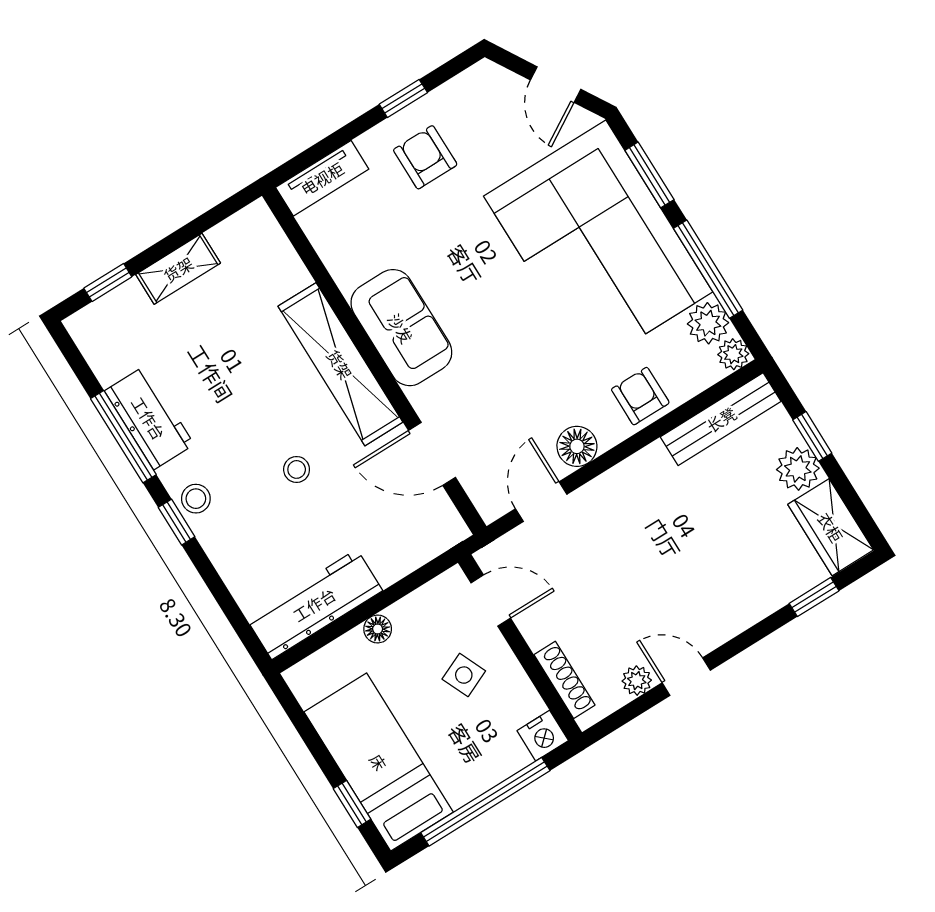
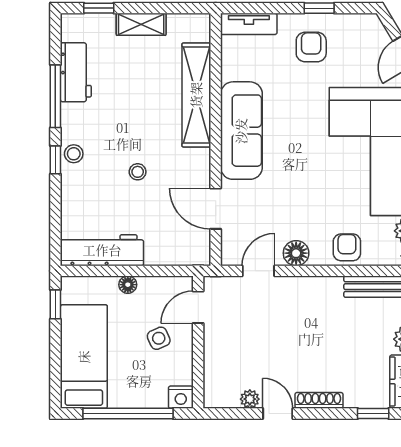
sofa: (401, 328) -> (241, 131), width x1.36
shelving: (340, 364) -> (196, 95), moved
workbench: (149, 418) -> (76, 72), moved
door: (491, 601) -> (198, 307), swing flipped
shoe rack: (565, 680) -> (319, 400), moved, turned -90
window: (352, 804) -> (55, 304), moved

